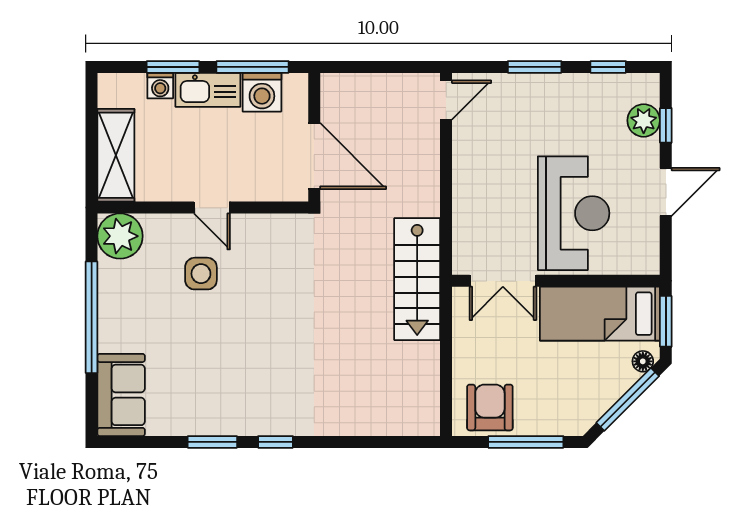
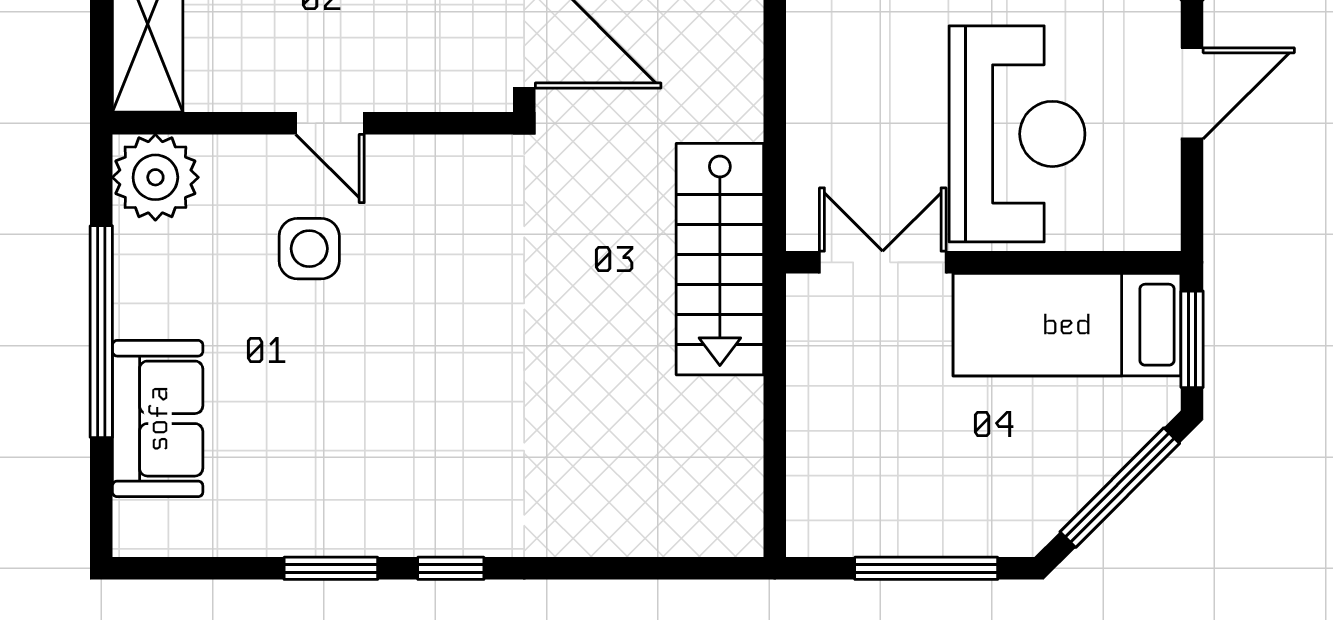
double door: (503, 281) -> (883, 262), swing flipped
floor lamp: (643, 361) -> (1148, 415), removed
sofa: (121, 395) -> (158, 419), moved
armchair: (490, 407) -> (858, 503), removed

